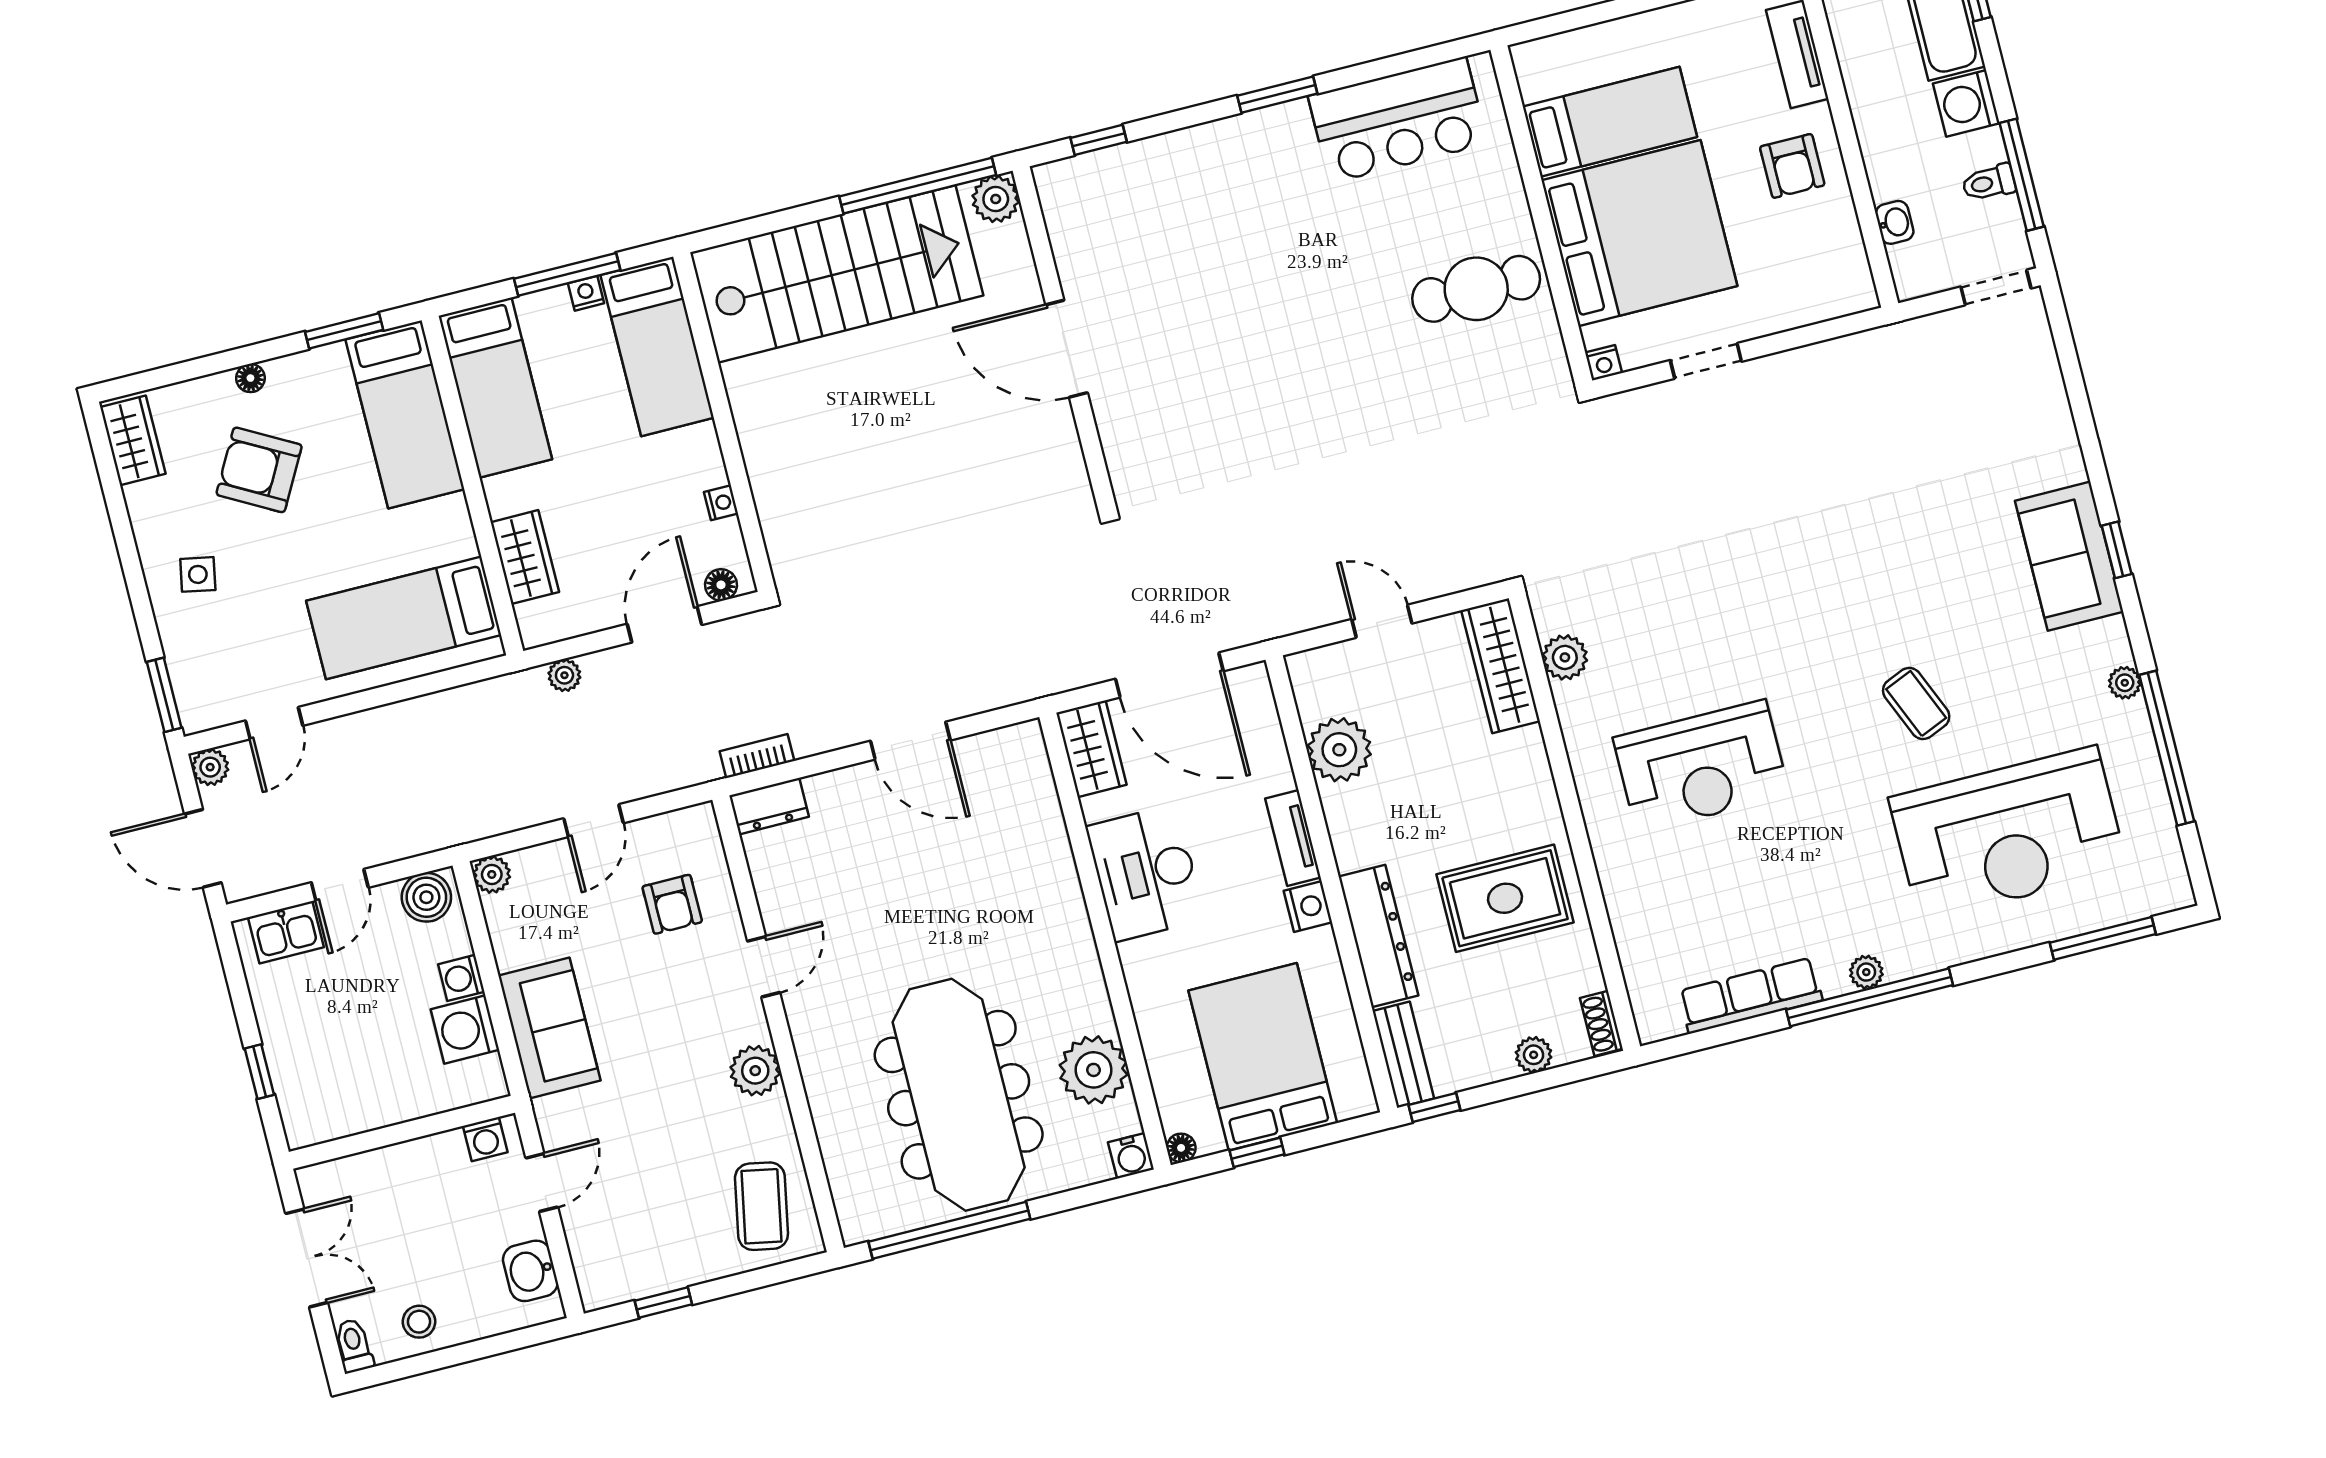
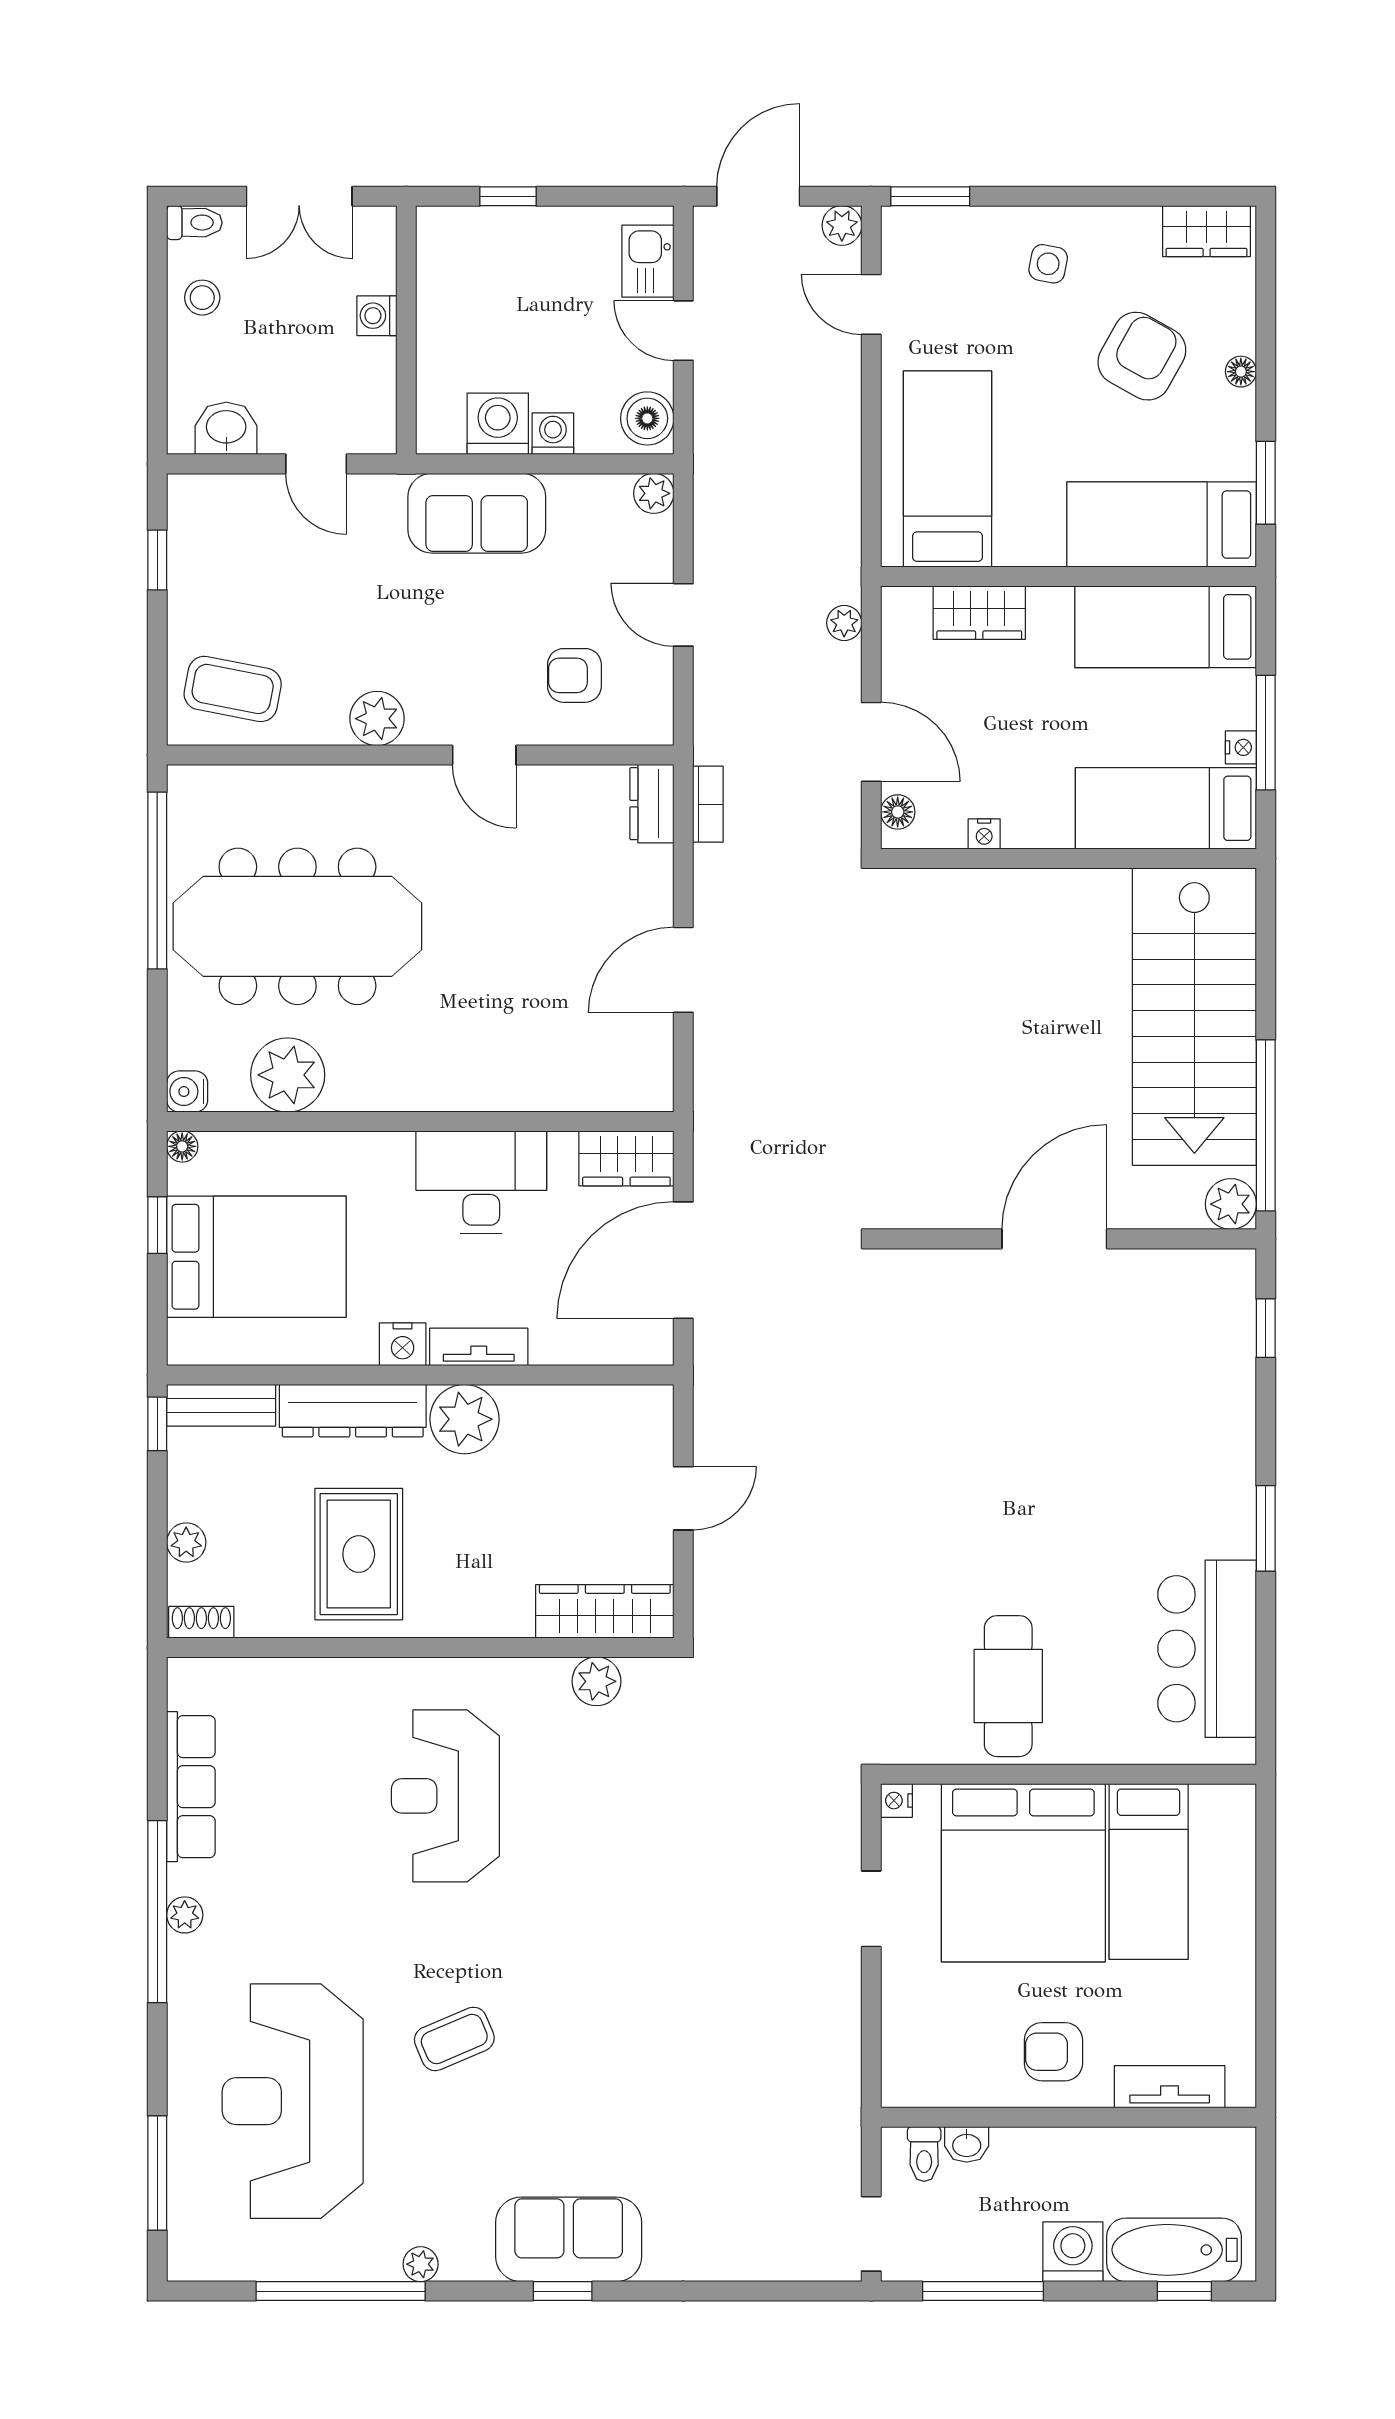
toilet: (1989, 183) -> (924, 2154), moved, turned 180
plant: (1339, 750) -> (464, 1419), moved
washing machine: (485, 1139) -> (377, 316), moved

